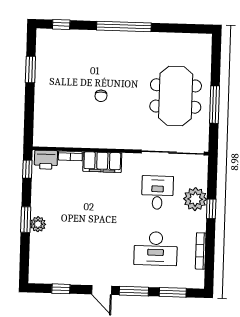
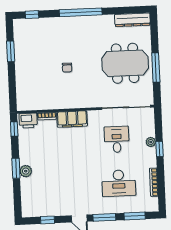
dresser: (189, 41) -> (132, 20), added
meeting table: (176, 96) -> (125, 63), turned 90
plant: (195, 199) -> (151, 142), width x0.53, depth x0.53

